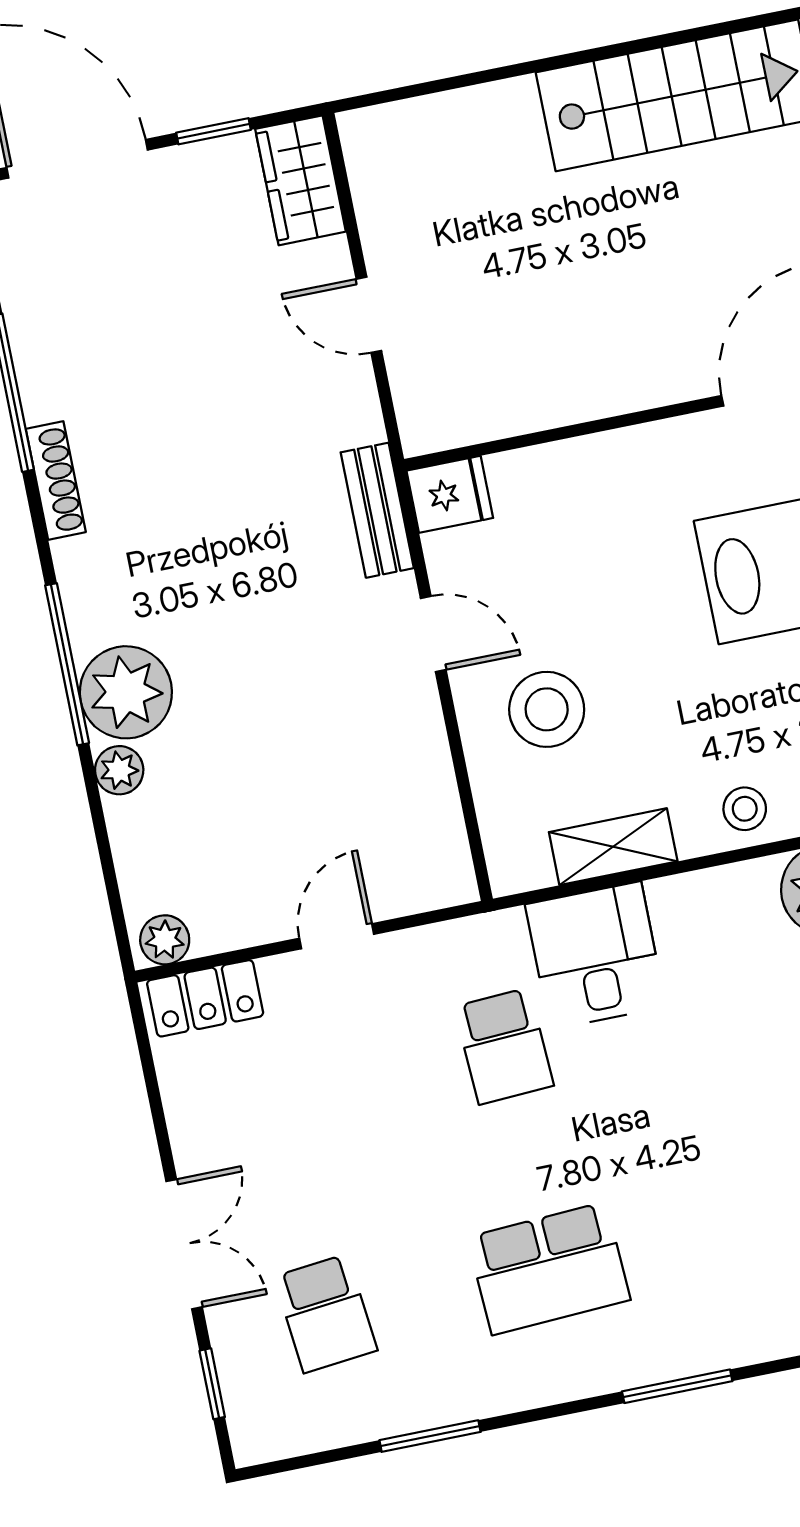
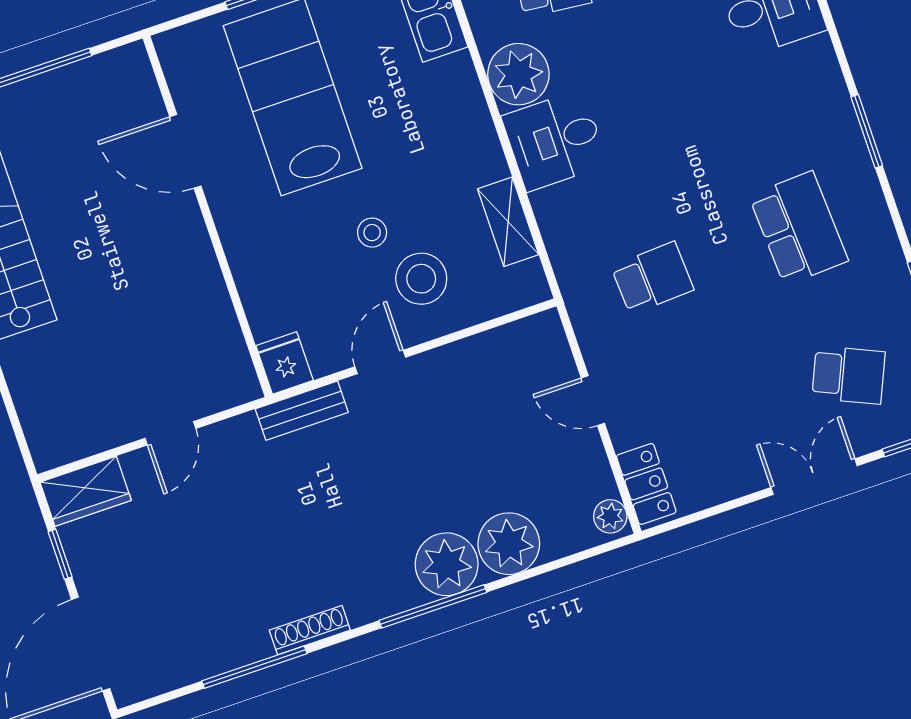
plant: (119, 770) -> (509, 544), width x1.88, depth x1.88
stool: (745, 809) -> (372, 233), moved
desk: (595, 955) -> (555, 140), moved
school desk: (326, 1313) -> (848, 375), turned 30

